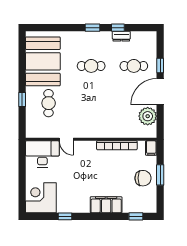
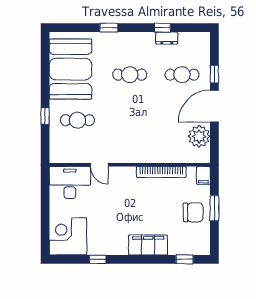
window: (92, 28) -> (109, 28), moved
cafe table: (49, 103) -> (77, 120), turned 90

